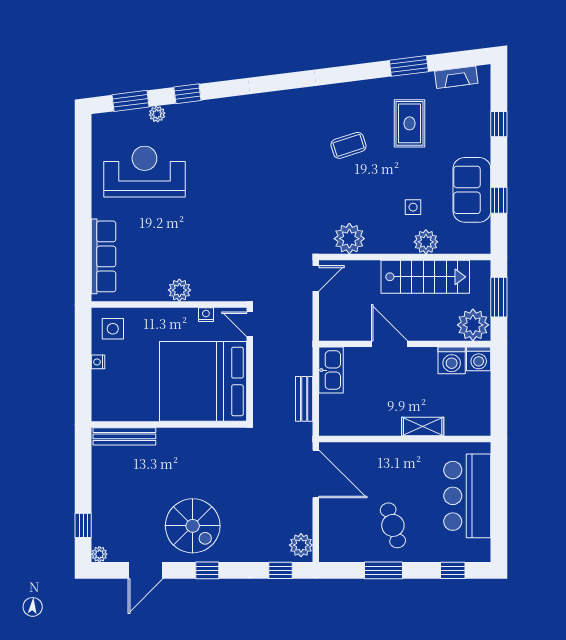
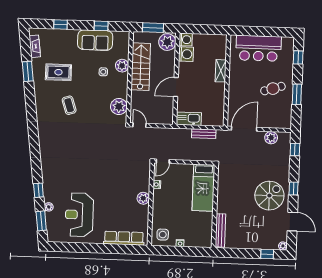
bed: (203, 381) -> (203, 188), width x0.49
plant: (301, 545) -> (271, 138), moved

